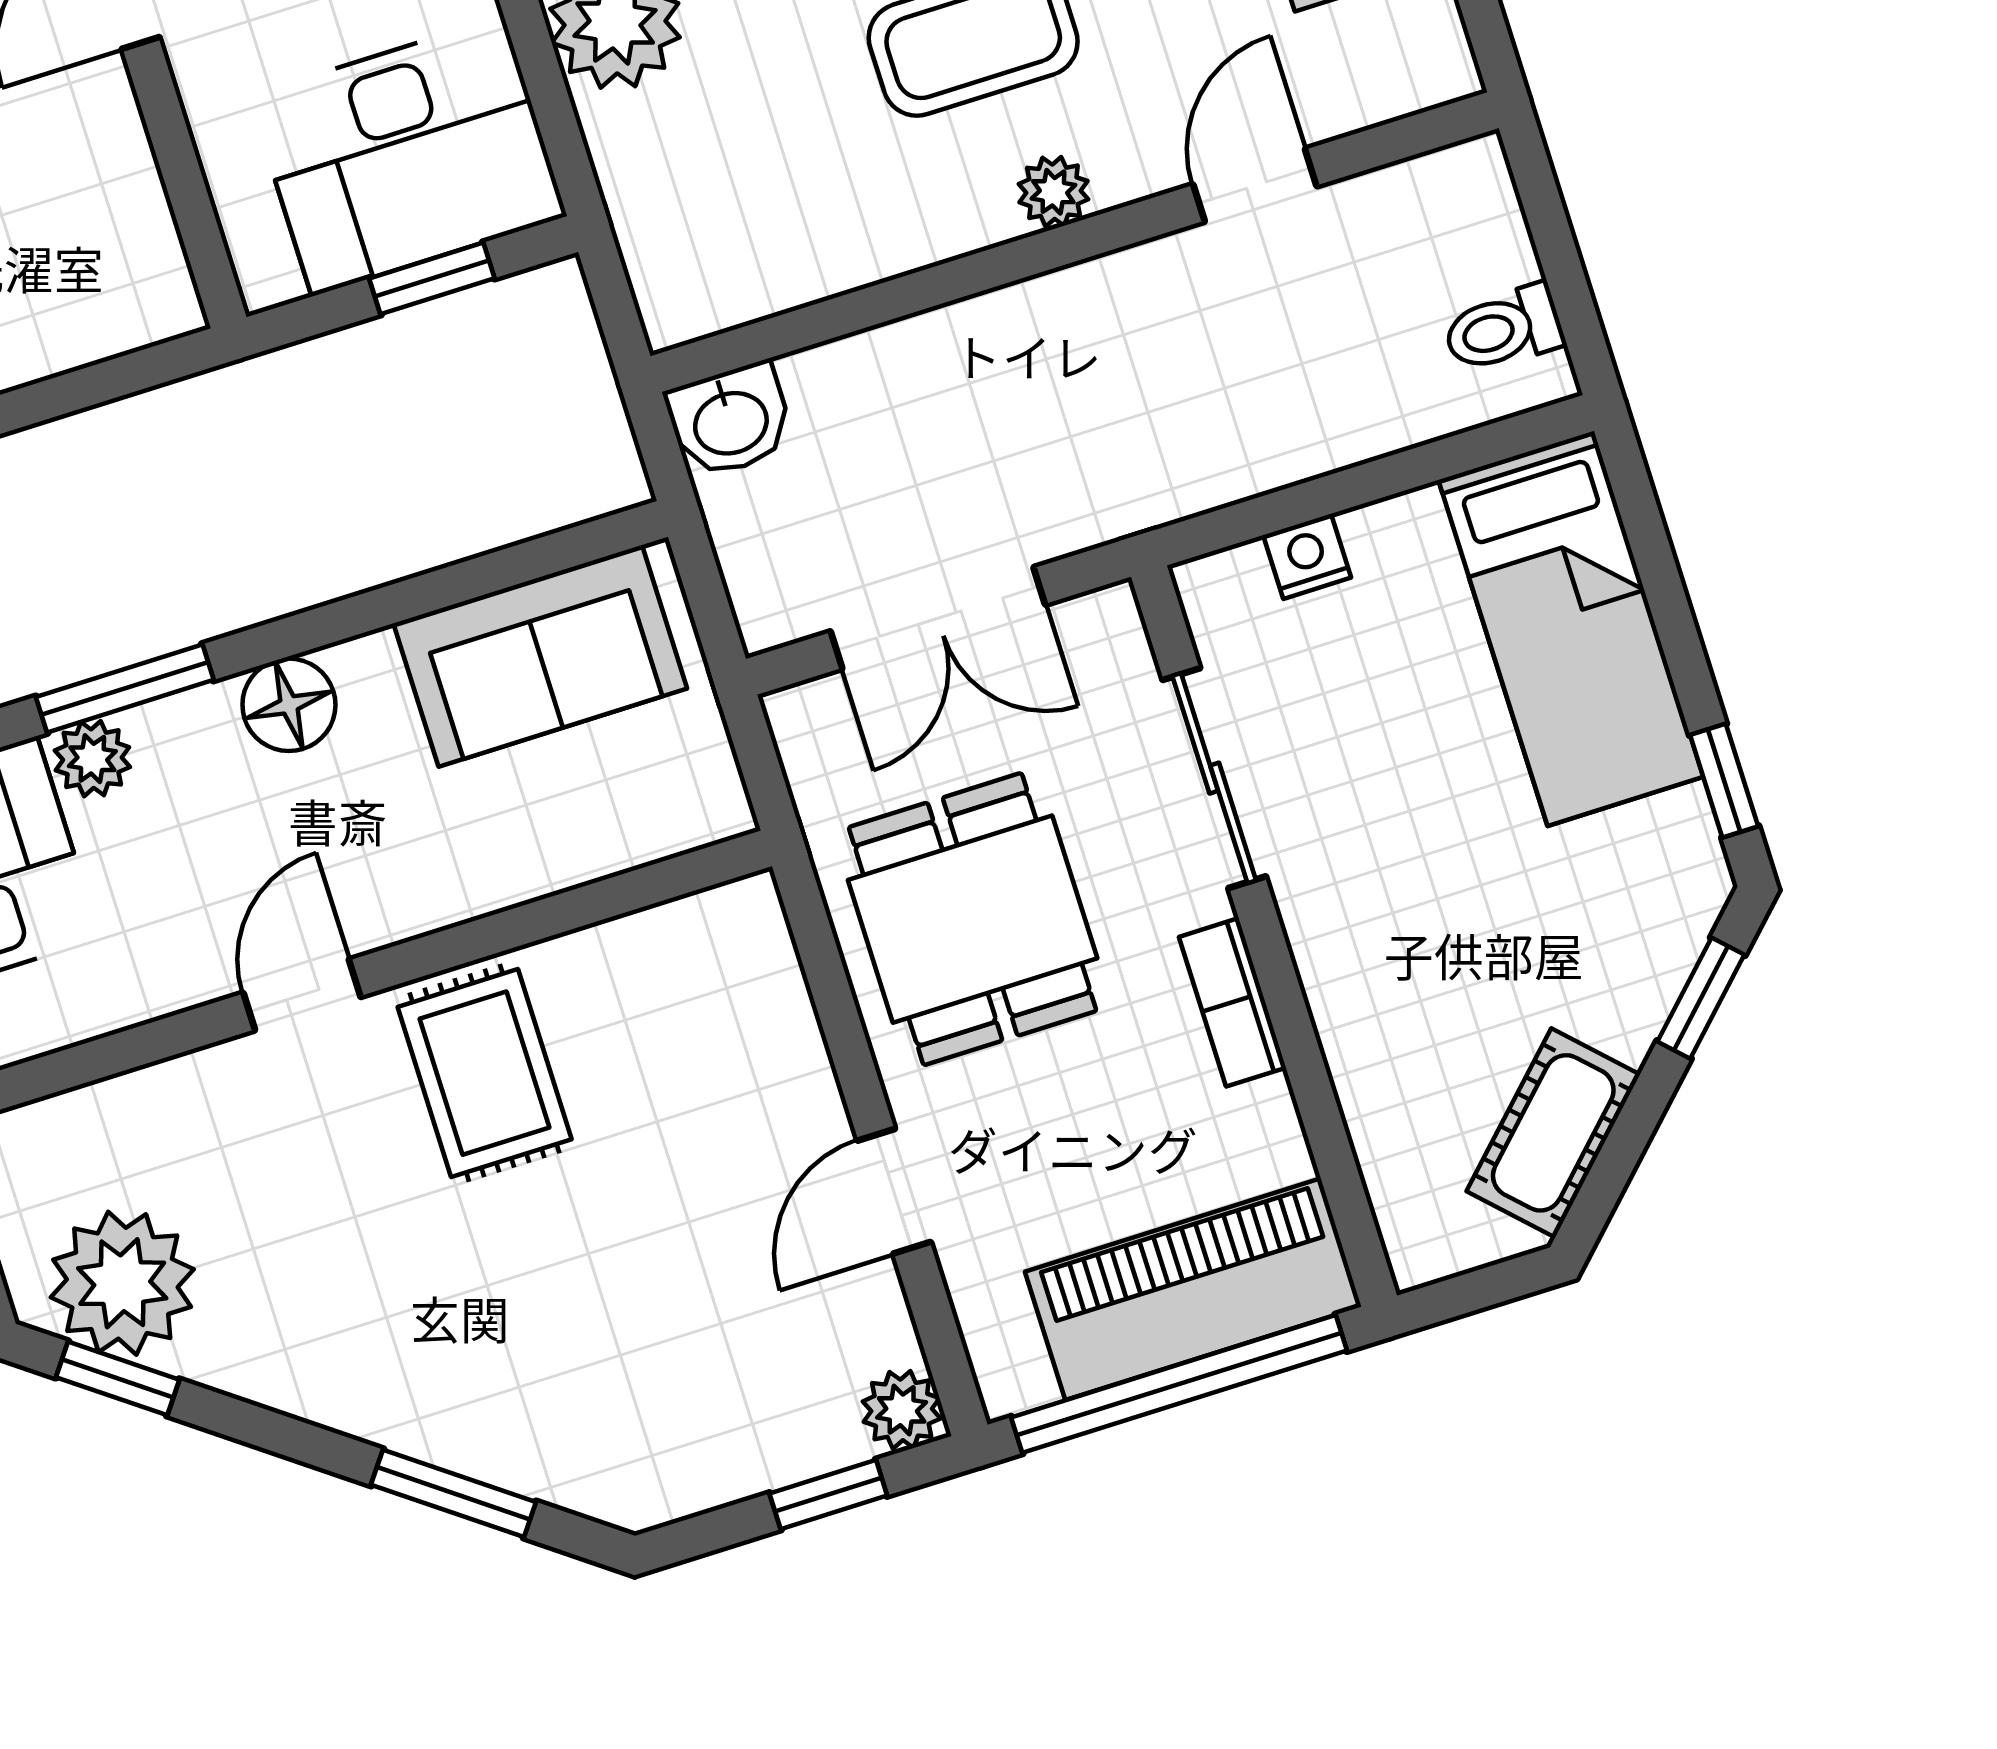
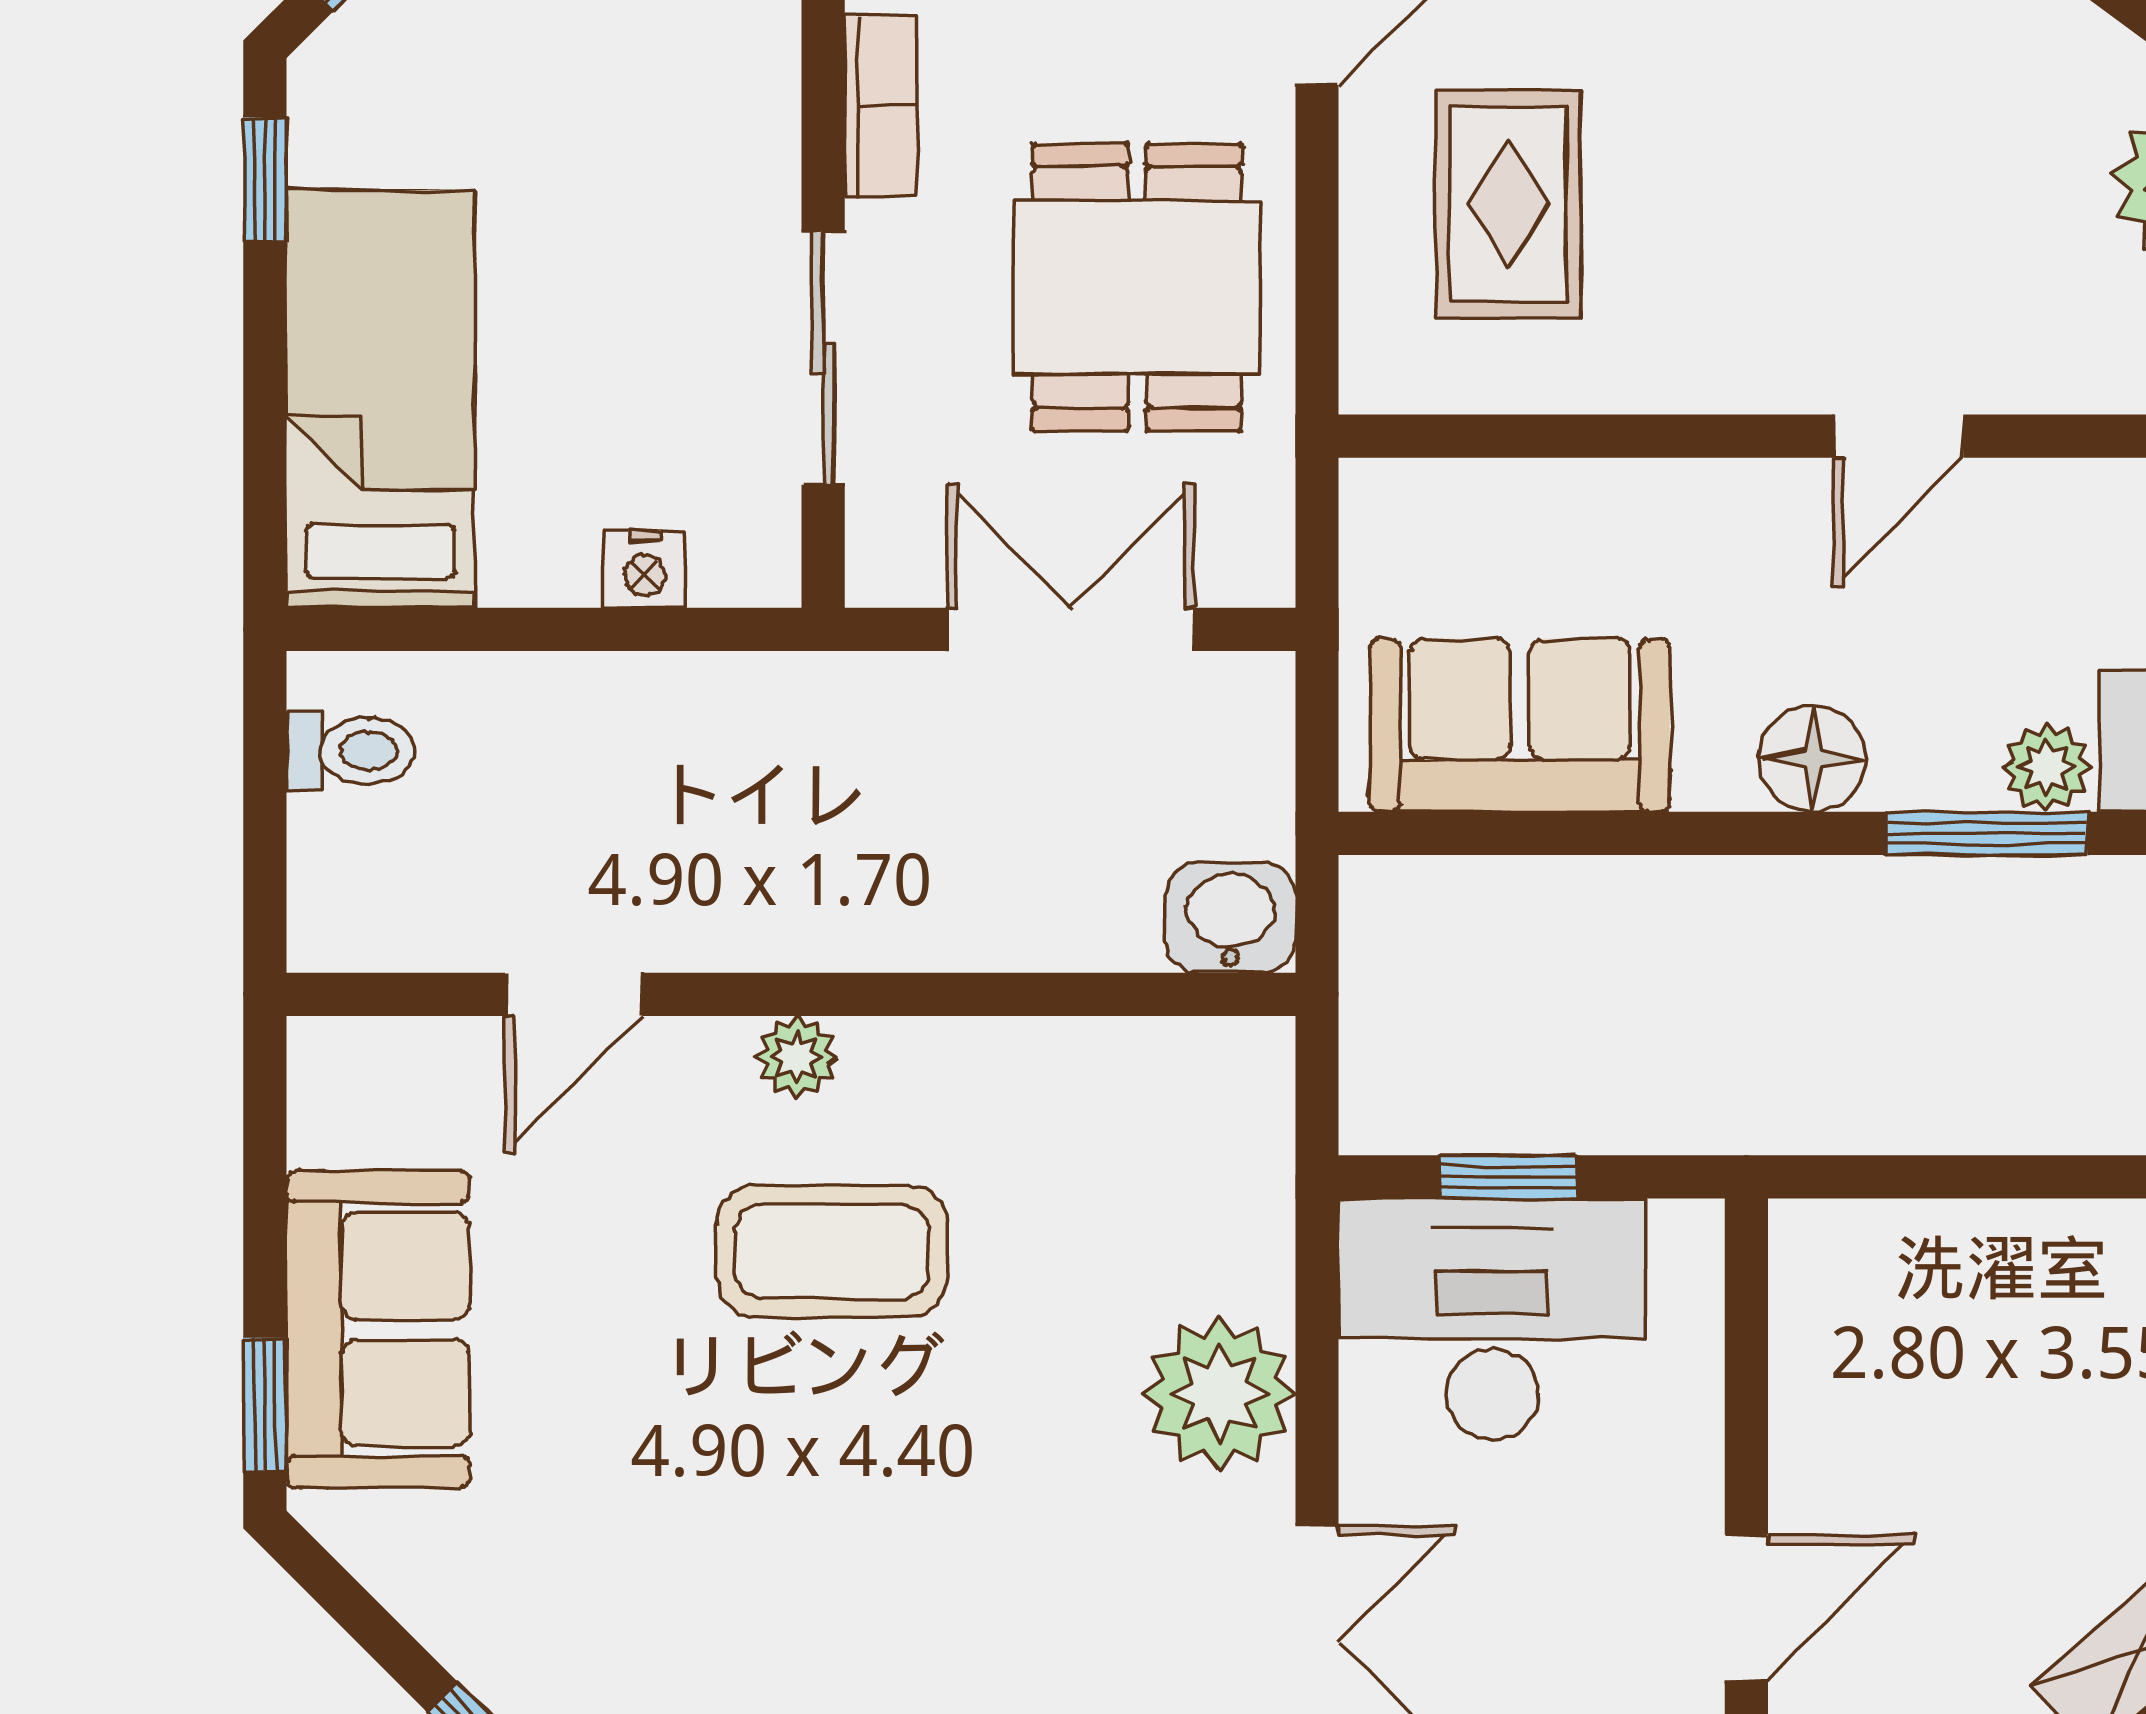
rug: (485, 1073) -> (1508, 204), moved

